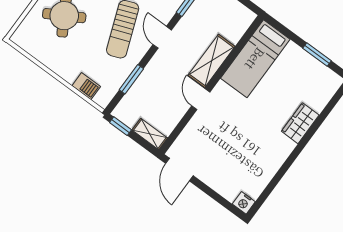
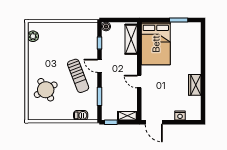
bed: (255, 59) -> (156, 44), width x1.50
shelving: (212, 61) -> (131, 39), moved
wardrobe: (300, 123) -> (195, 85), moved
nightstand: (244, 203) -> (180, 116), moved

